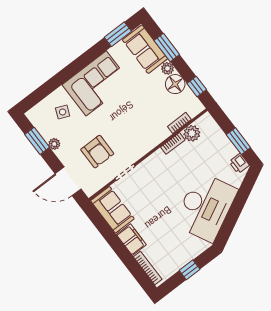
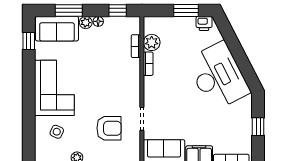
window: (118, 34) -> (29, 41), width x0.67
floor lamp: (175, 84) -> (98, 21), width x0.53, depth x0.53

